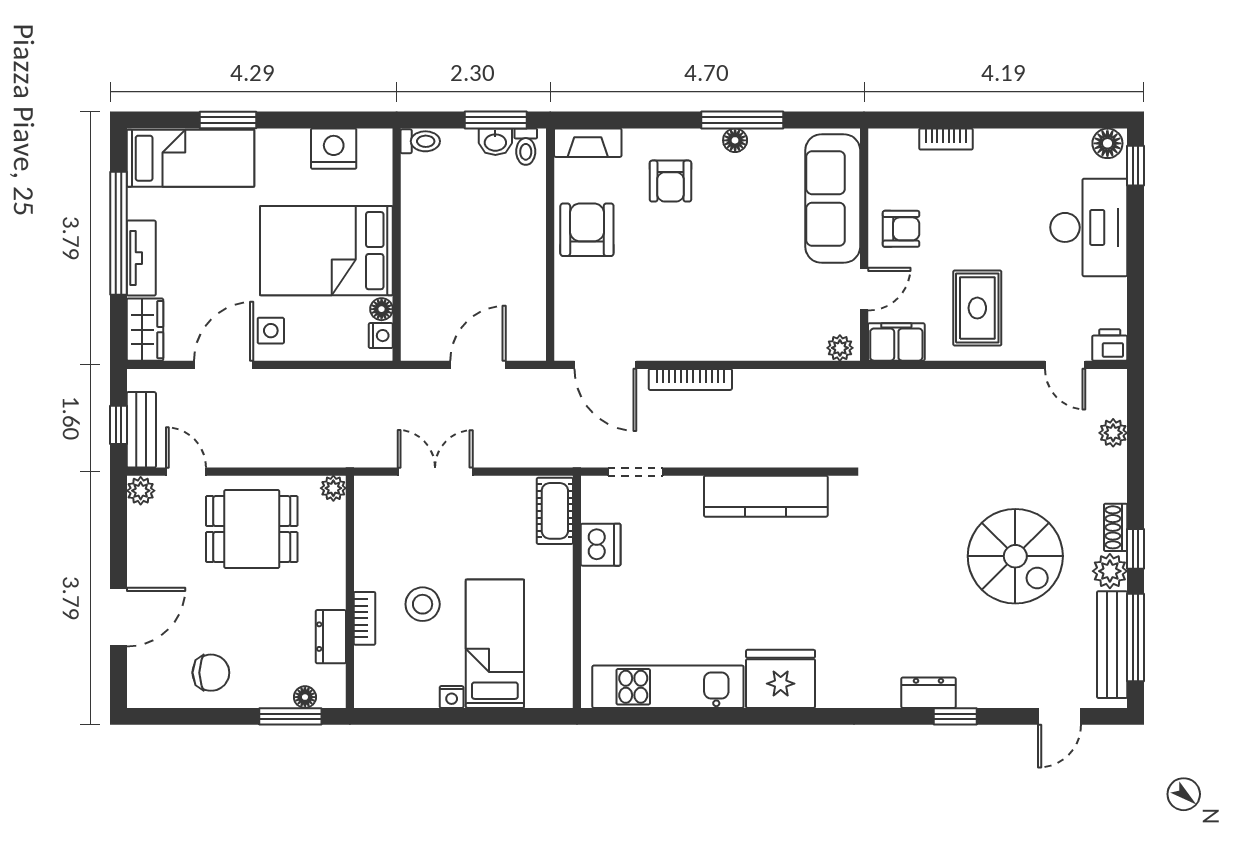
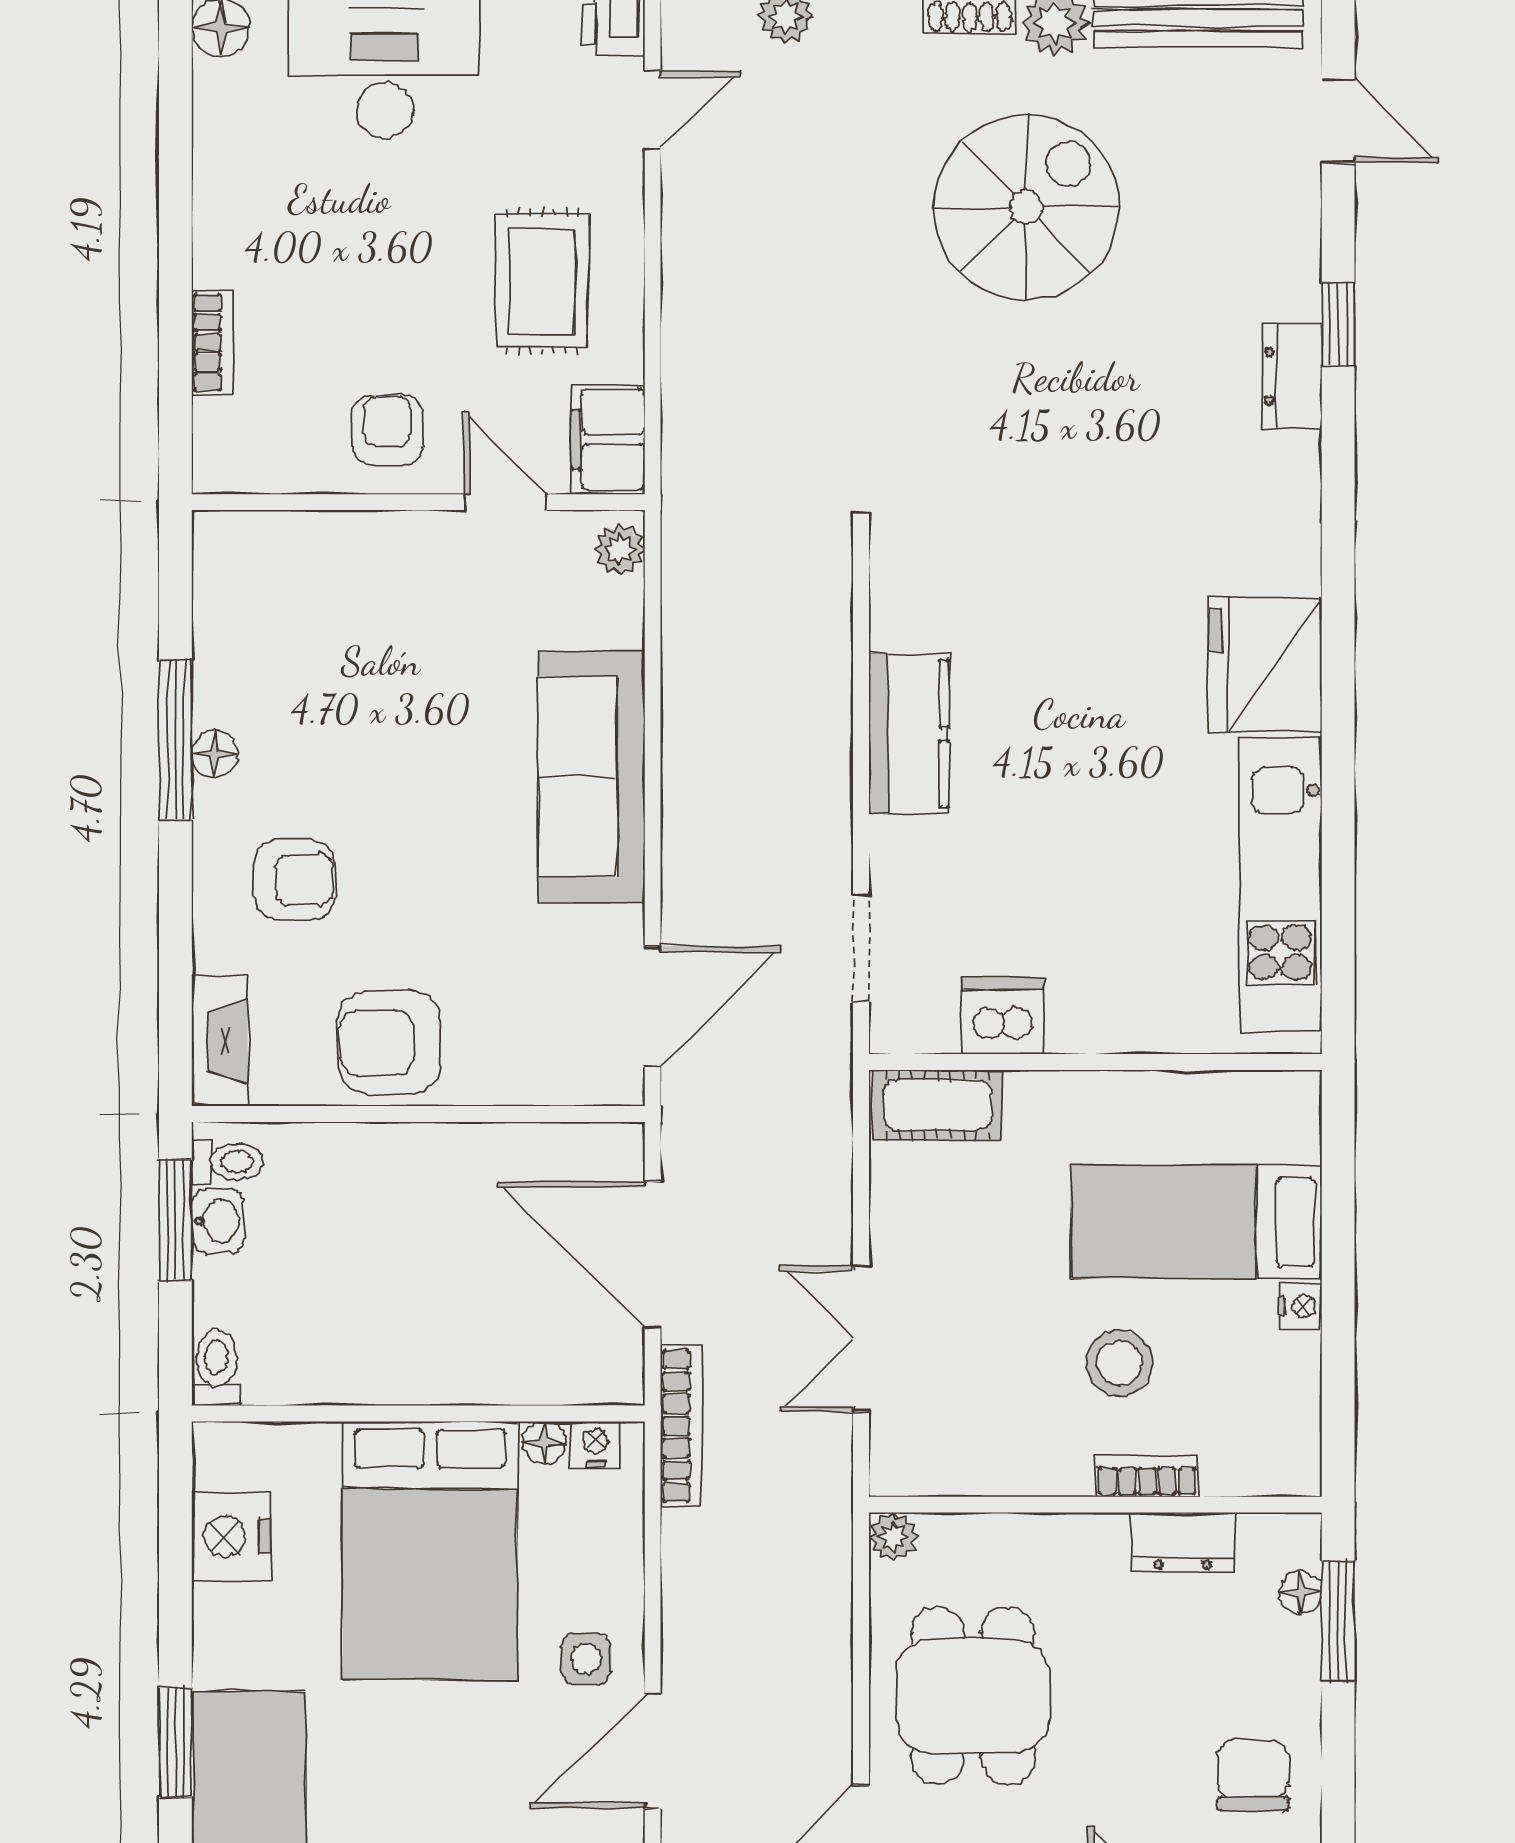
sofa: (833, 198) -> (591, 777), moved, turned 90
rug: (977, 308) -> (542, 281), turned 90
door: (224, 365) -> (653, 1751), hinge flipped
door: (478, 365) -> (653, 1255), width x1.36
bookcase: (690, 379) -> (681, 1426), moved
kitchen counter: (766, 496) -> (909, 734), width x0.67

